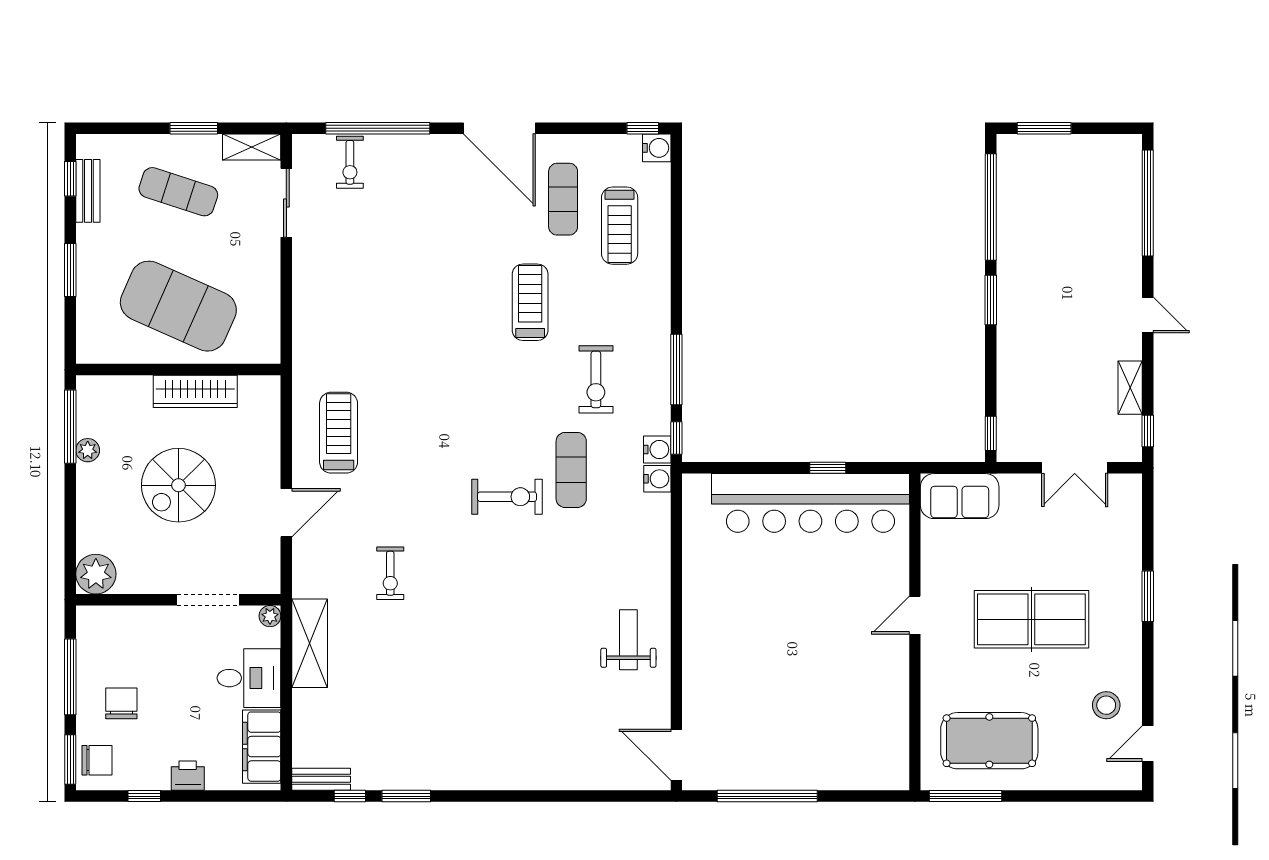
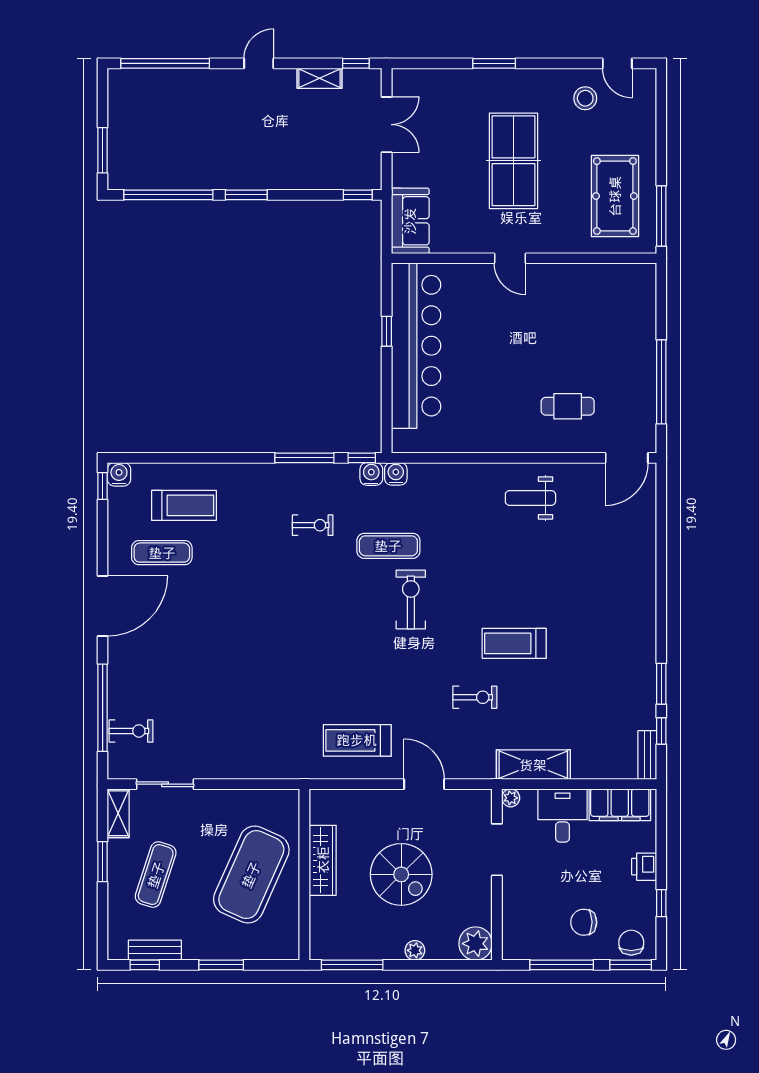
treadmill: (530, 302) -> (514, 643), moved
exercise bike: (596, 379) -> (313, 525), width x0.73, depth x0.72
plant: (88, 450) -> (415, 950), moved
cafe table: (738, 684) -> (568, 406), added

